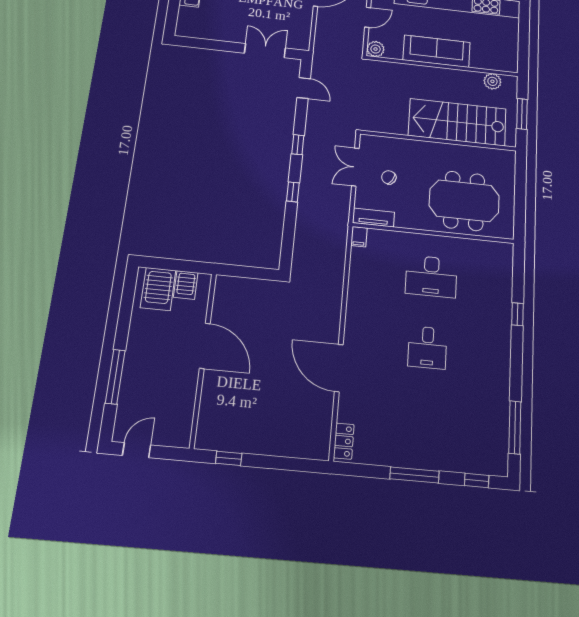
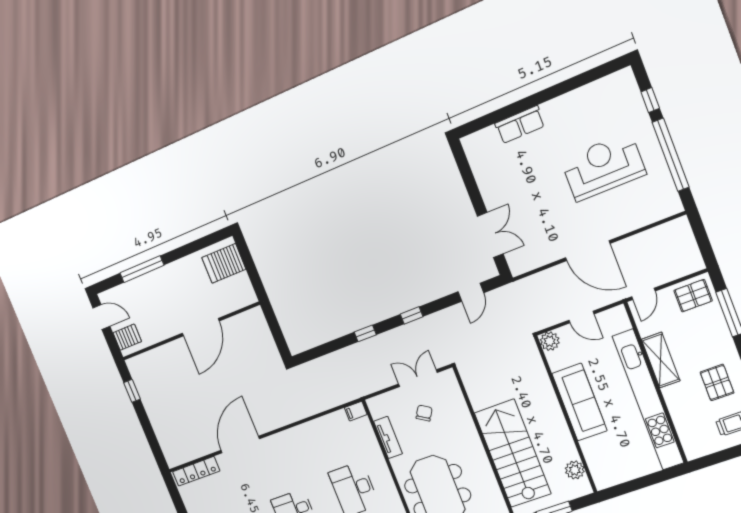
tv unit: (373, 218) -> (388, 437), moved
server rack: (186, 285) -> (127, 337), moved, turned 180
locker: (344, 441) -> (196, 471), width x1.53

